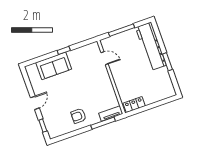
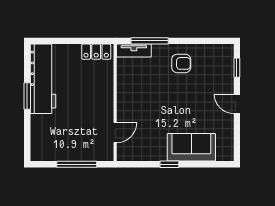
workbench: (151, 46) -> (43, 79), moved
door: (105, 58) -> (115, 133), swing flipped
door: (35, 103) -> (237, 104), hinge flipped

